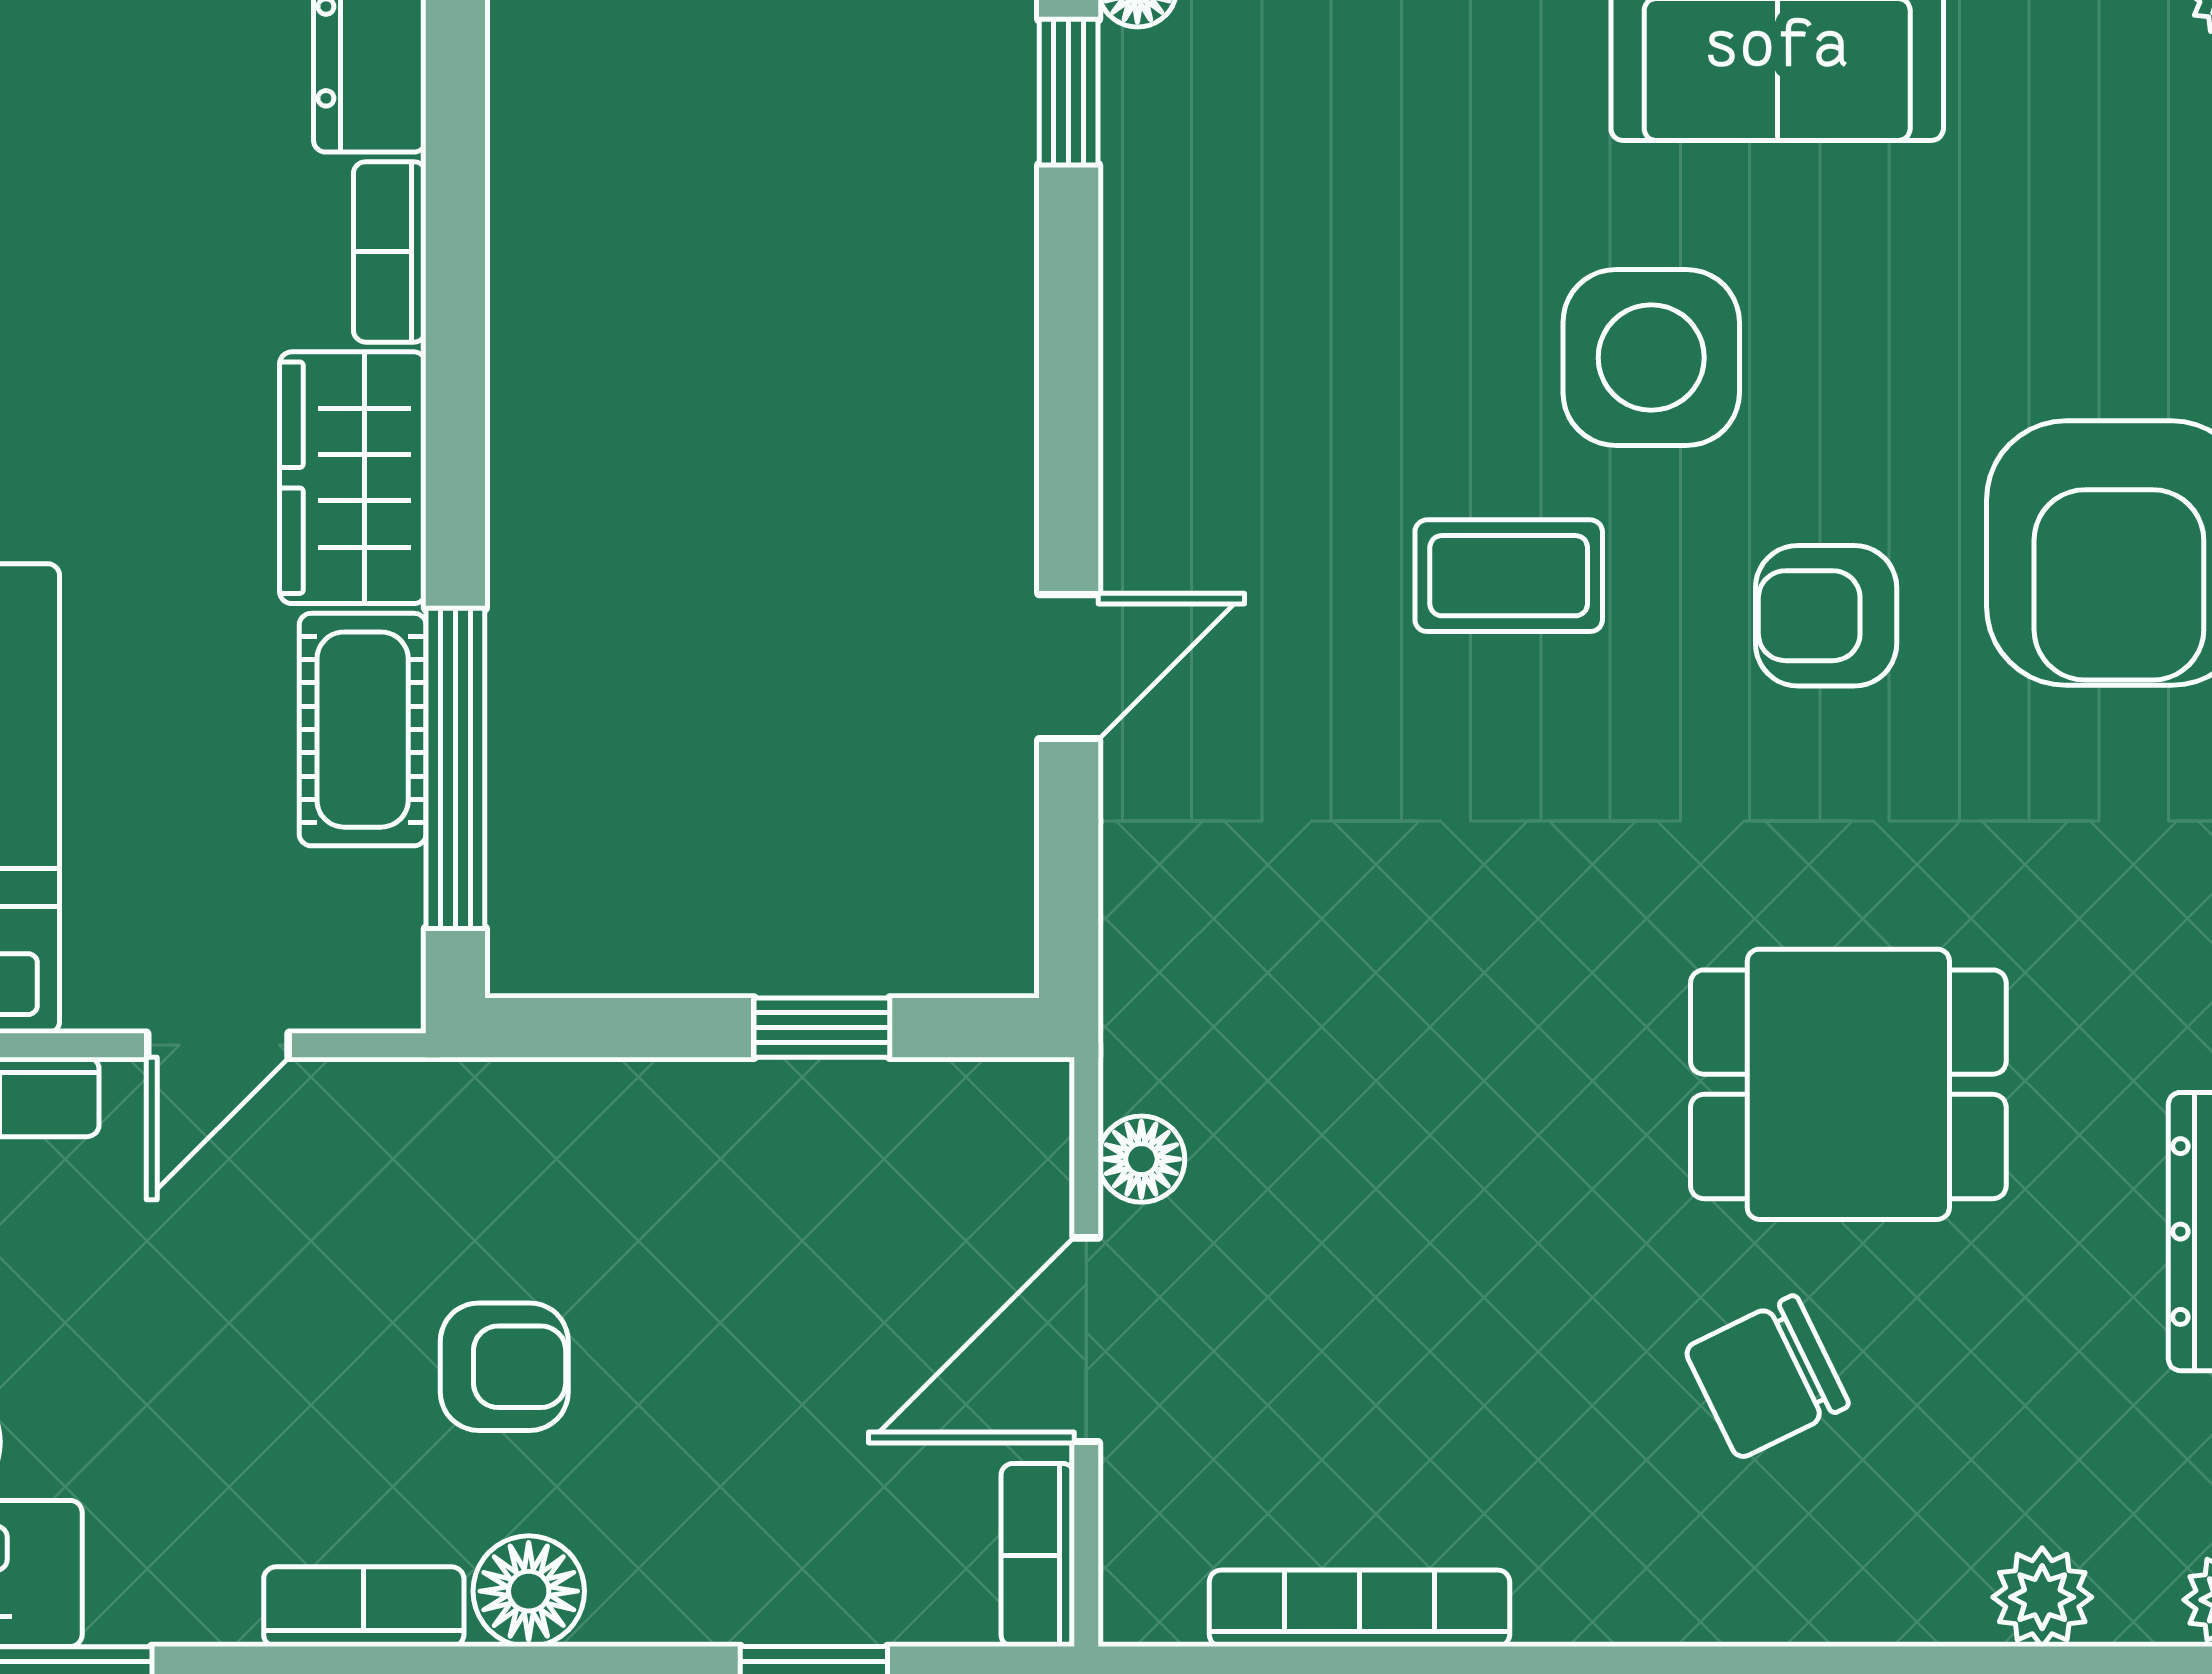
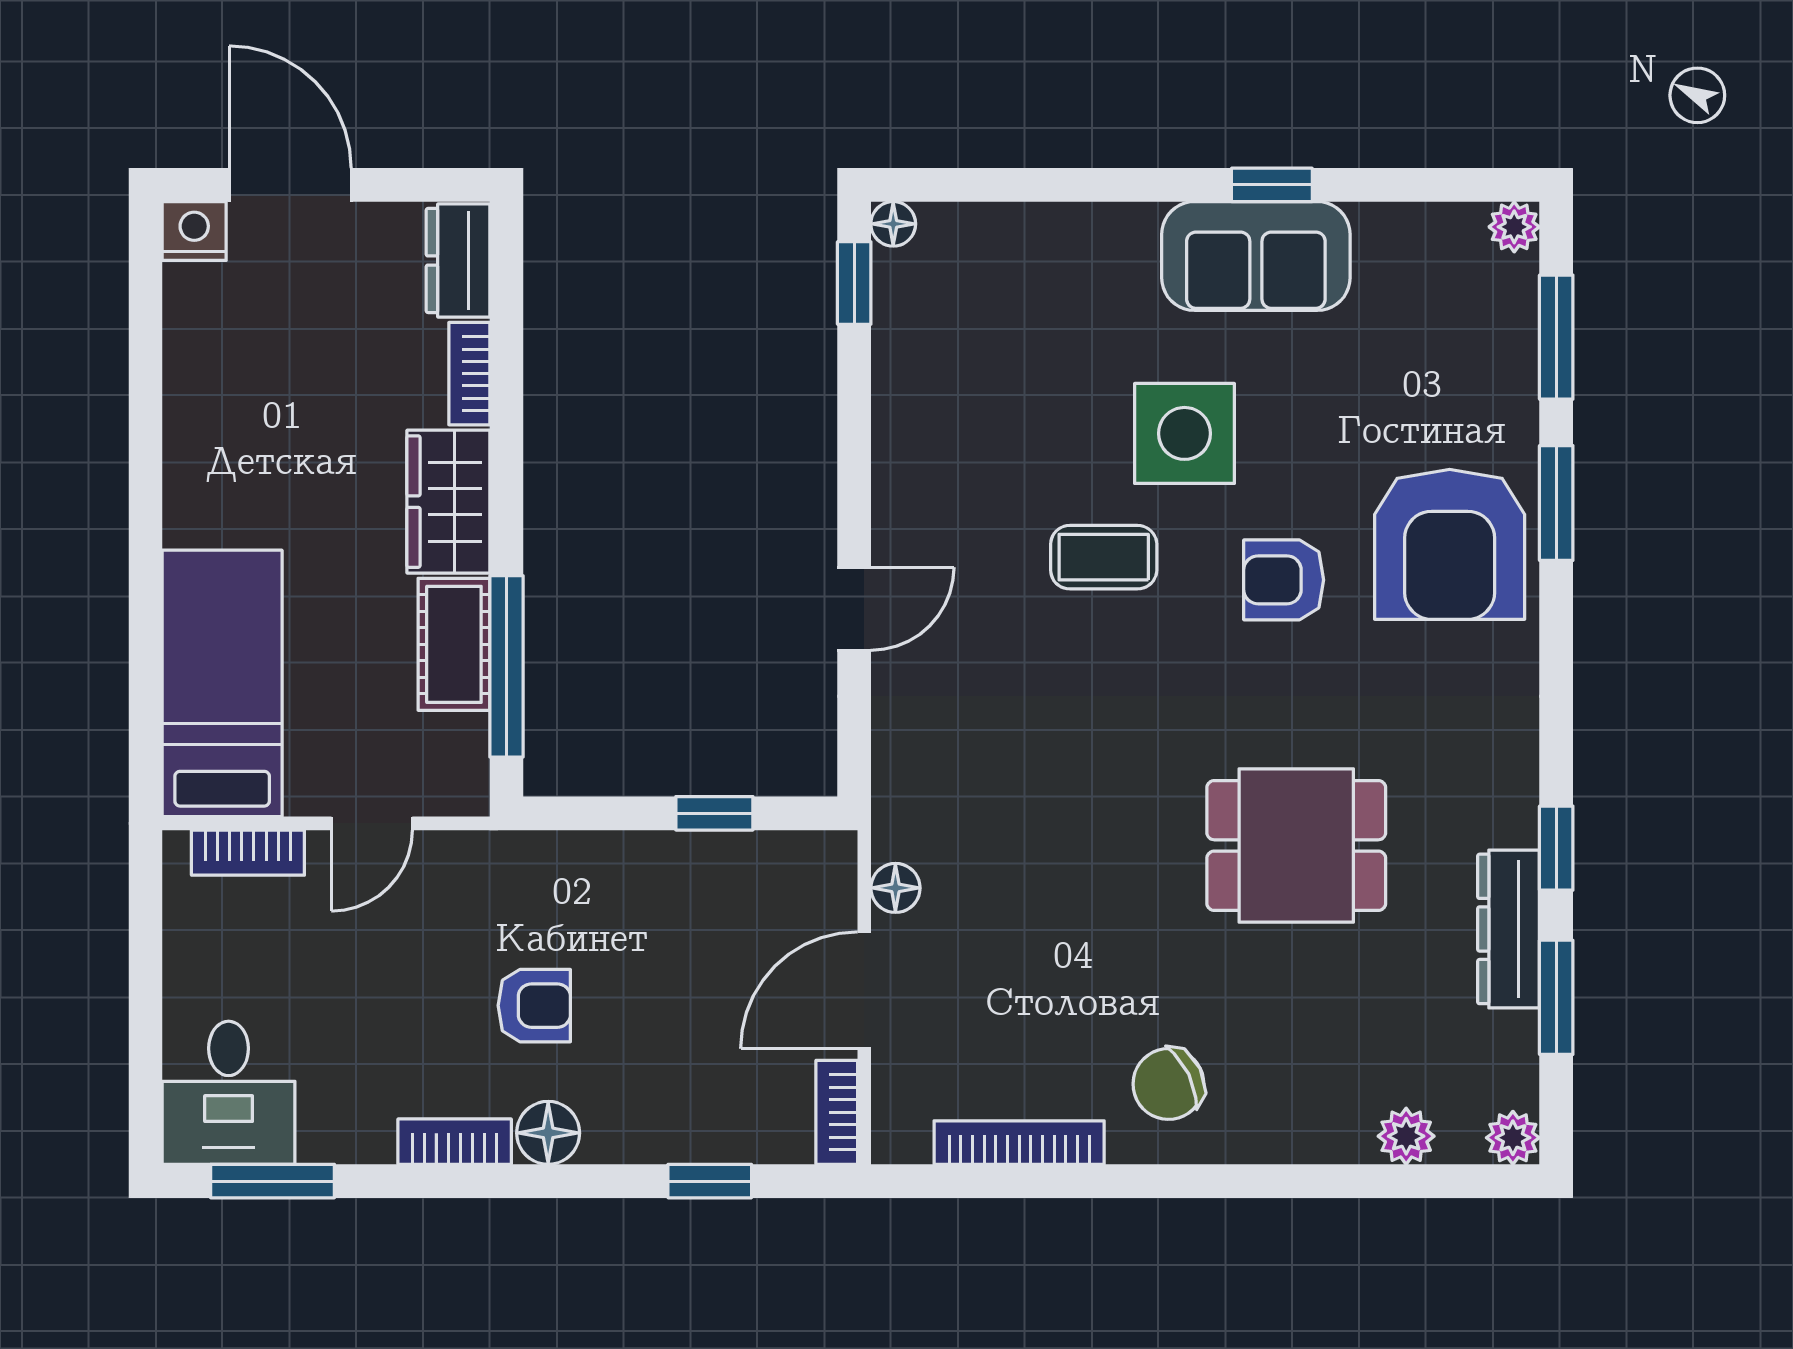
chair: (1767, 1377) -> (1168, 1084), moved

